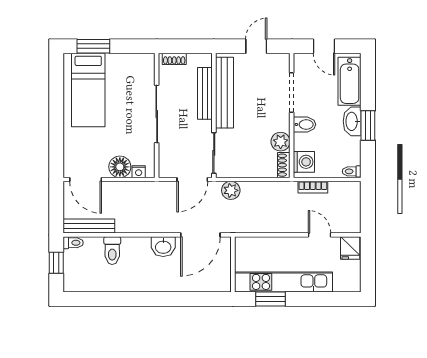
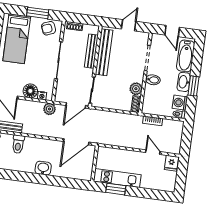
window: (93, 46) -> (38, 13), moved
armchair: (135, 67) -> (49, 28), added
washing machine: (304, 162) -> (180, 103), moved, turned 180
plant: (231, 190) -> (49, 109), moved
washbasin: (163, 247) -> (43, 168), moved, turned 180
kitchen unit: (283, 282) -> (117, 178), width x0.73

